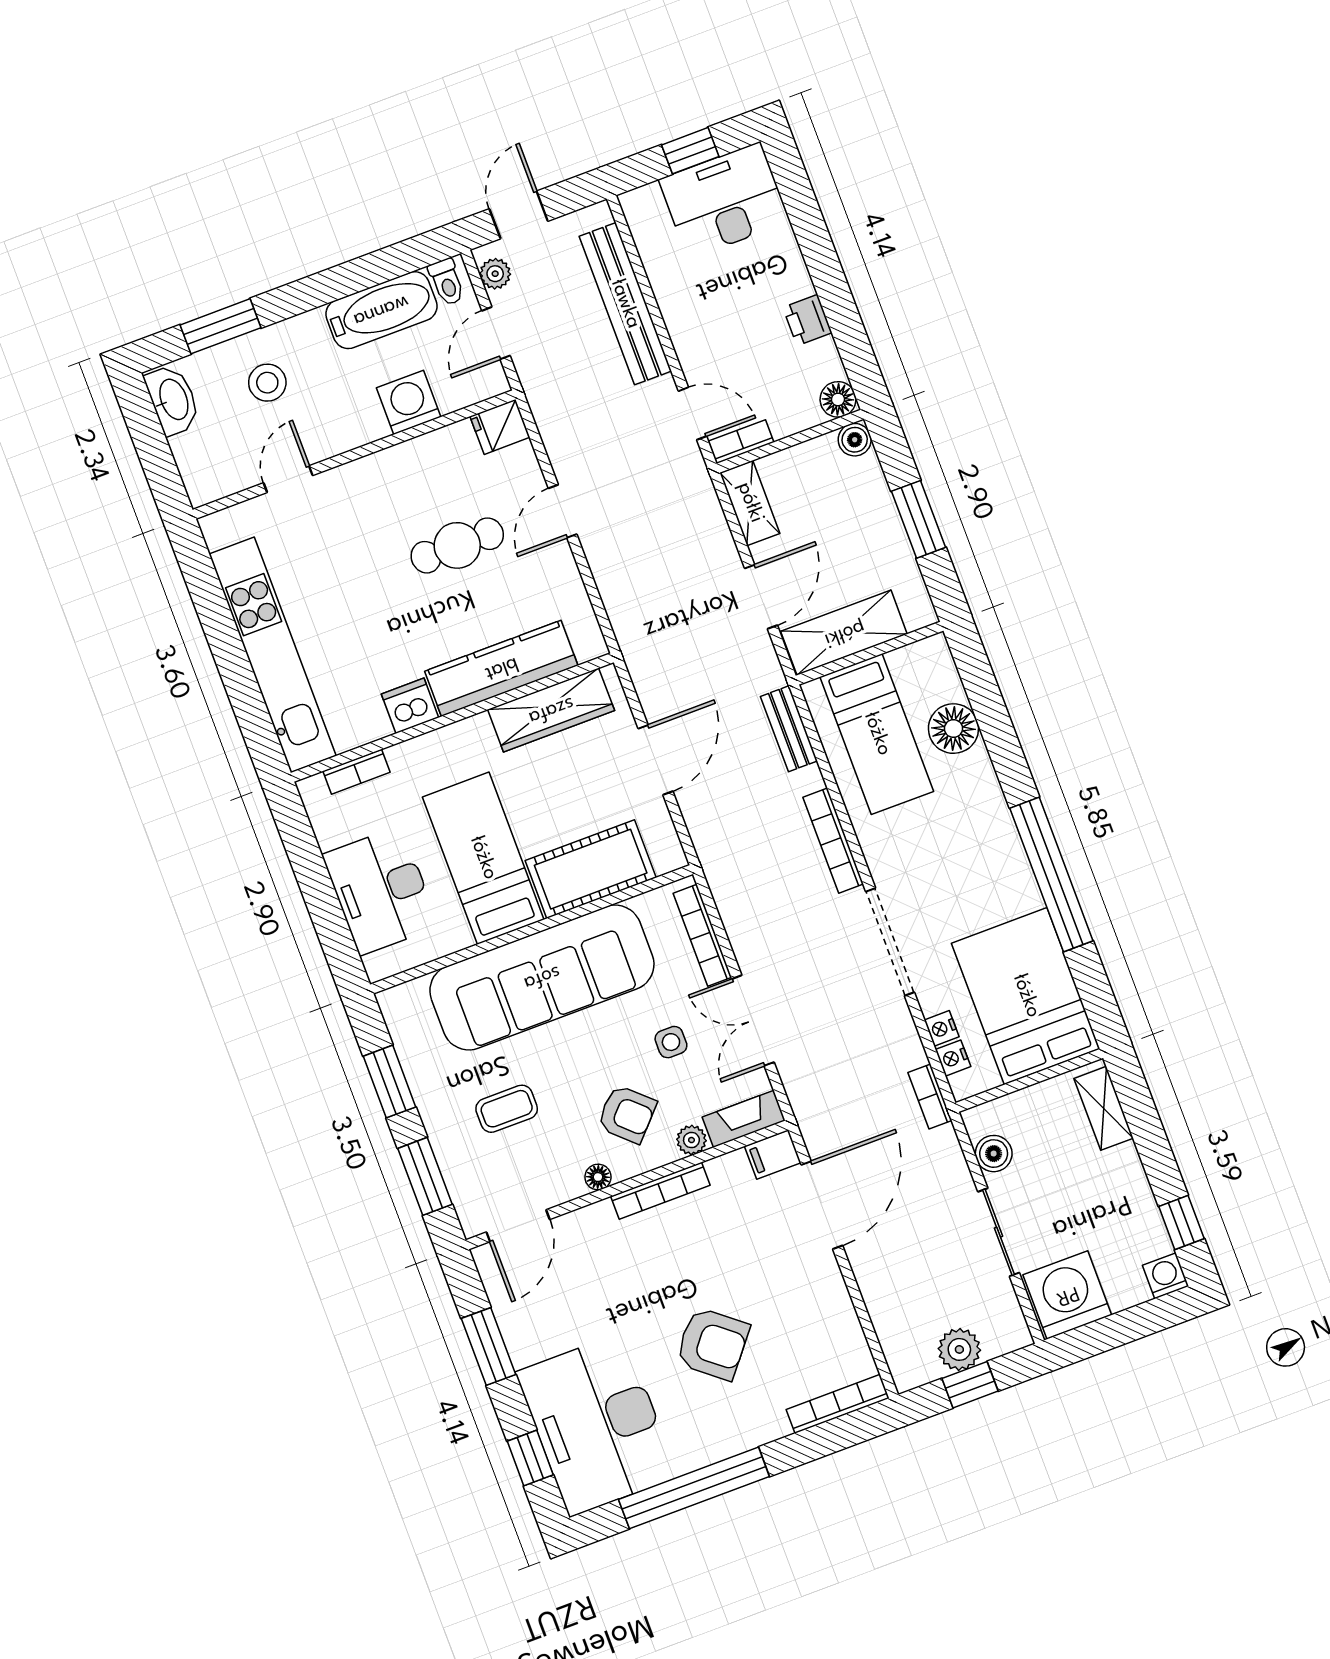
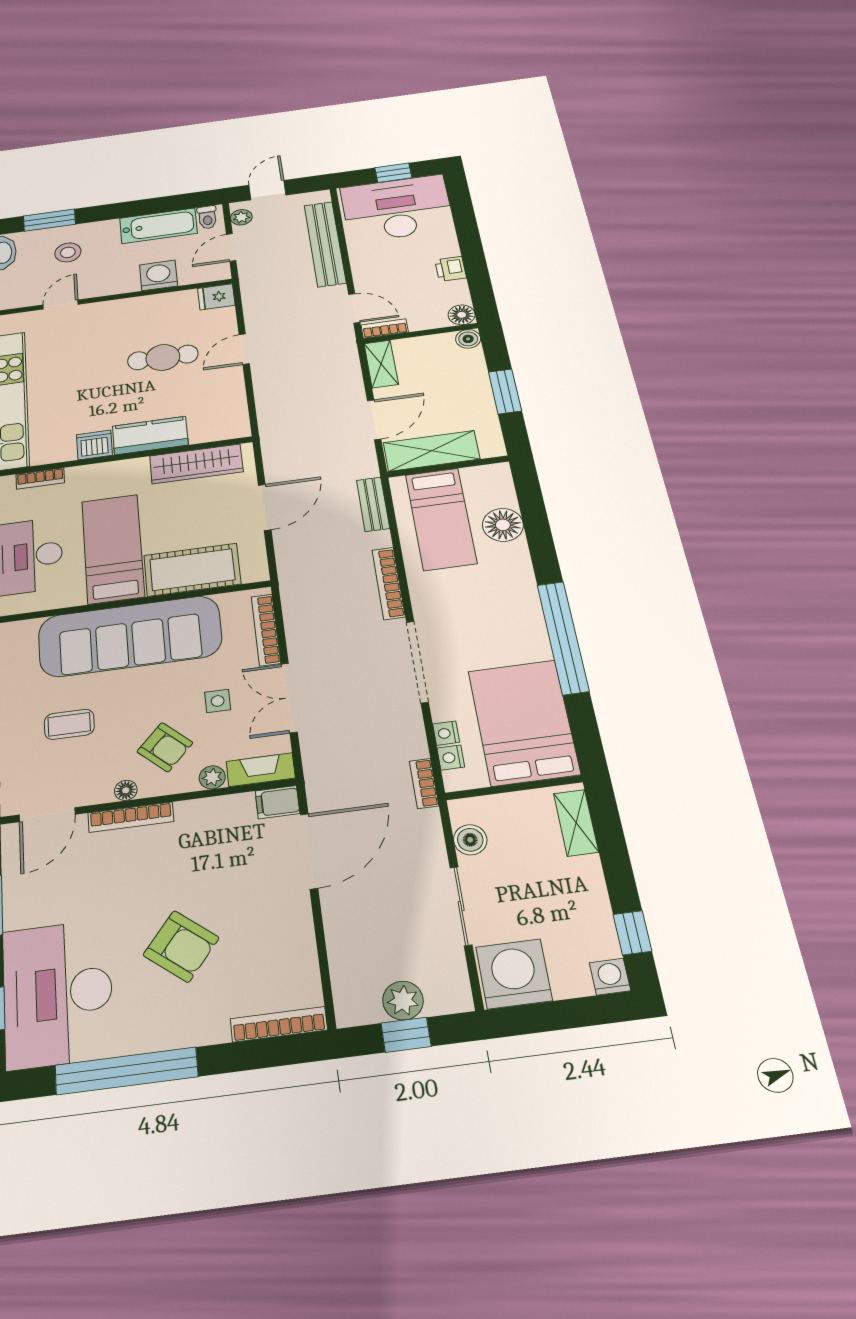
desk: (724, 201) -> (397, 208), width x1.36, depth x1.30
kitchen counter: (501, 668) -> (150, 435), width x0.67
bookcase: (660, 1191) -> (131, 817), moved

